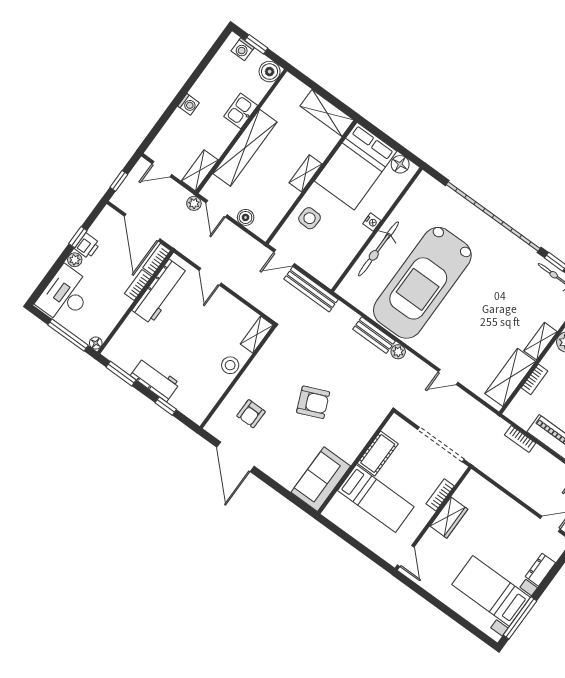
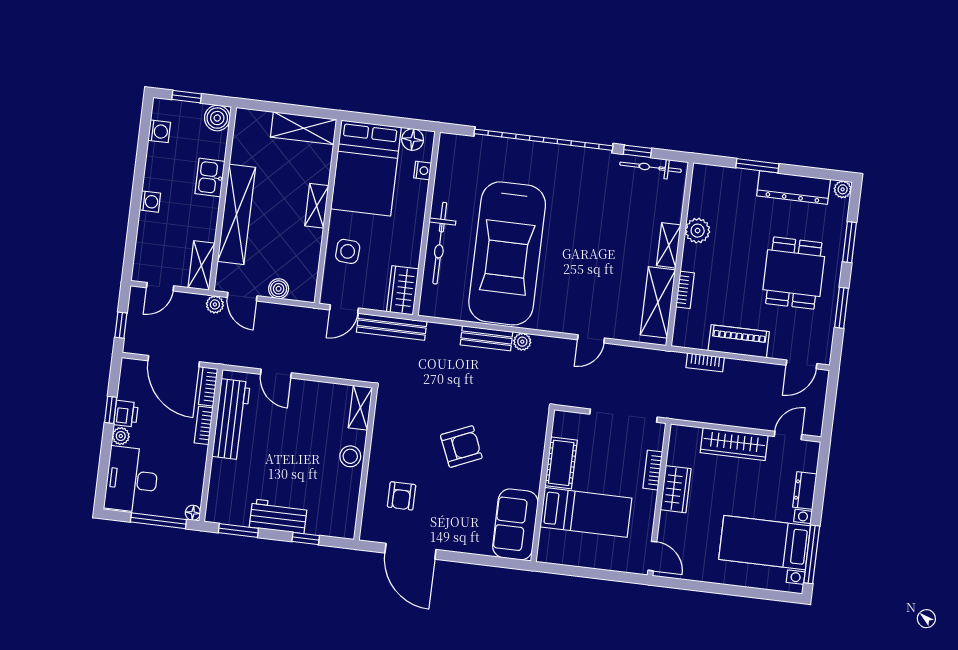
washing machine: (243, 49) -> (159, 131), moved, turned -90
nightstand: (372, 222) -> (423, 170), moved
wardrobe: (333, 268) -> (403, 290), added
wardrobe: (508, 509) -> (734, 444), added

